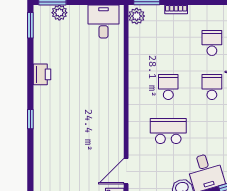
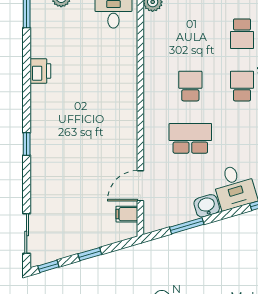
school desk: (212, 43) -> (242, 34), turned 180
window: (30, 119) -> (27, 144), moved

